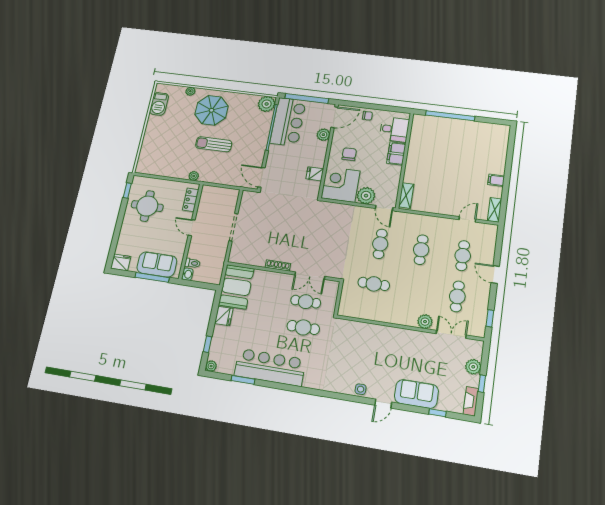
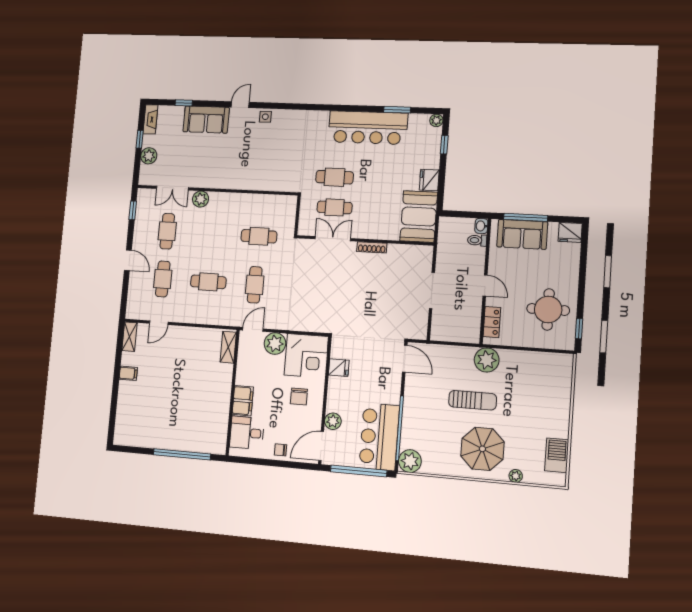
plant: (194, 176) -> (487, 360), width x1.87, depth x1.87
door: (384, 208) -> (253, 329), hinge flipped
cafe table: (421, 250) -> (208, 282), turned 90

